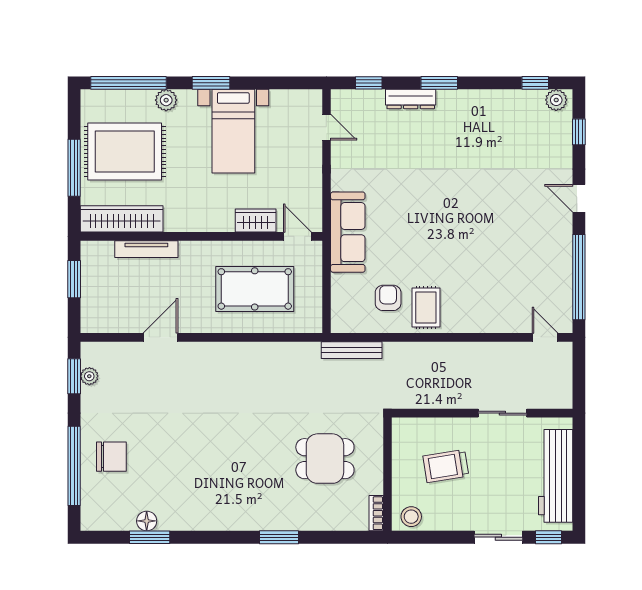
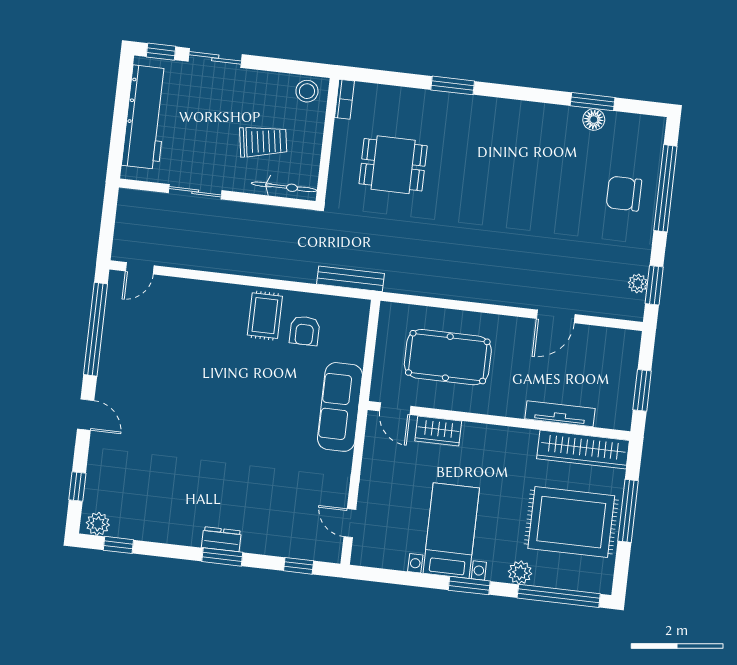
dresser: (411, 99) -> (221, 539), moved, width x0.70
door: (545, 337) -> (140, 268), hinge flipped
bicycle: (422, 427) -> (284, 187), added

